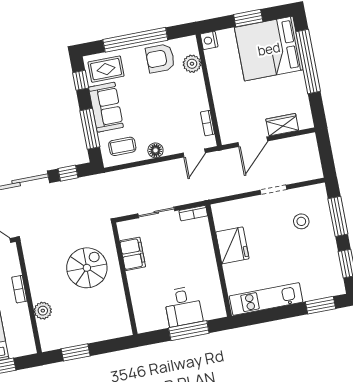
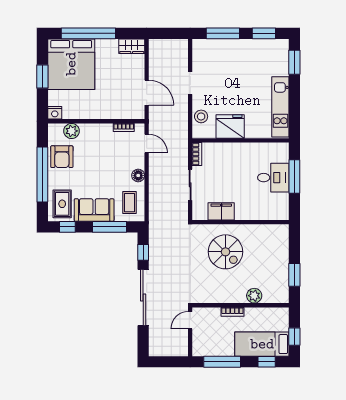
wardrobe: (282, 125) -> (132, 46), moved, turned -90
stool: (301, 221) -> (201, 116), moved
spiral stairs: (87, 268) -> (225, 252), turned 180

